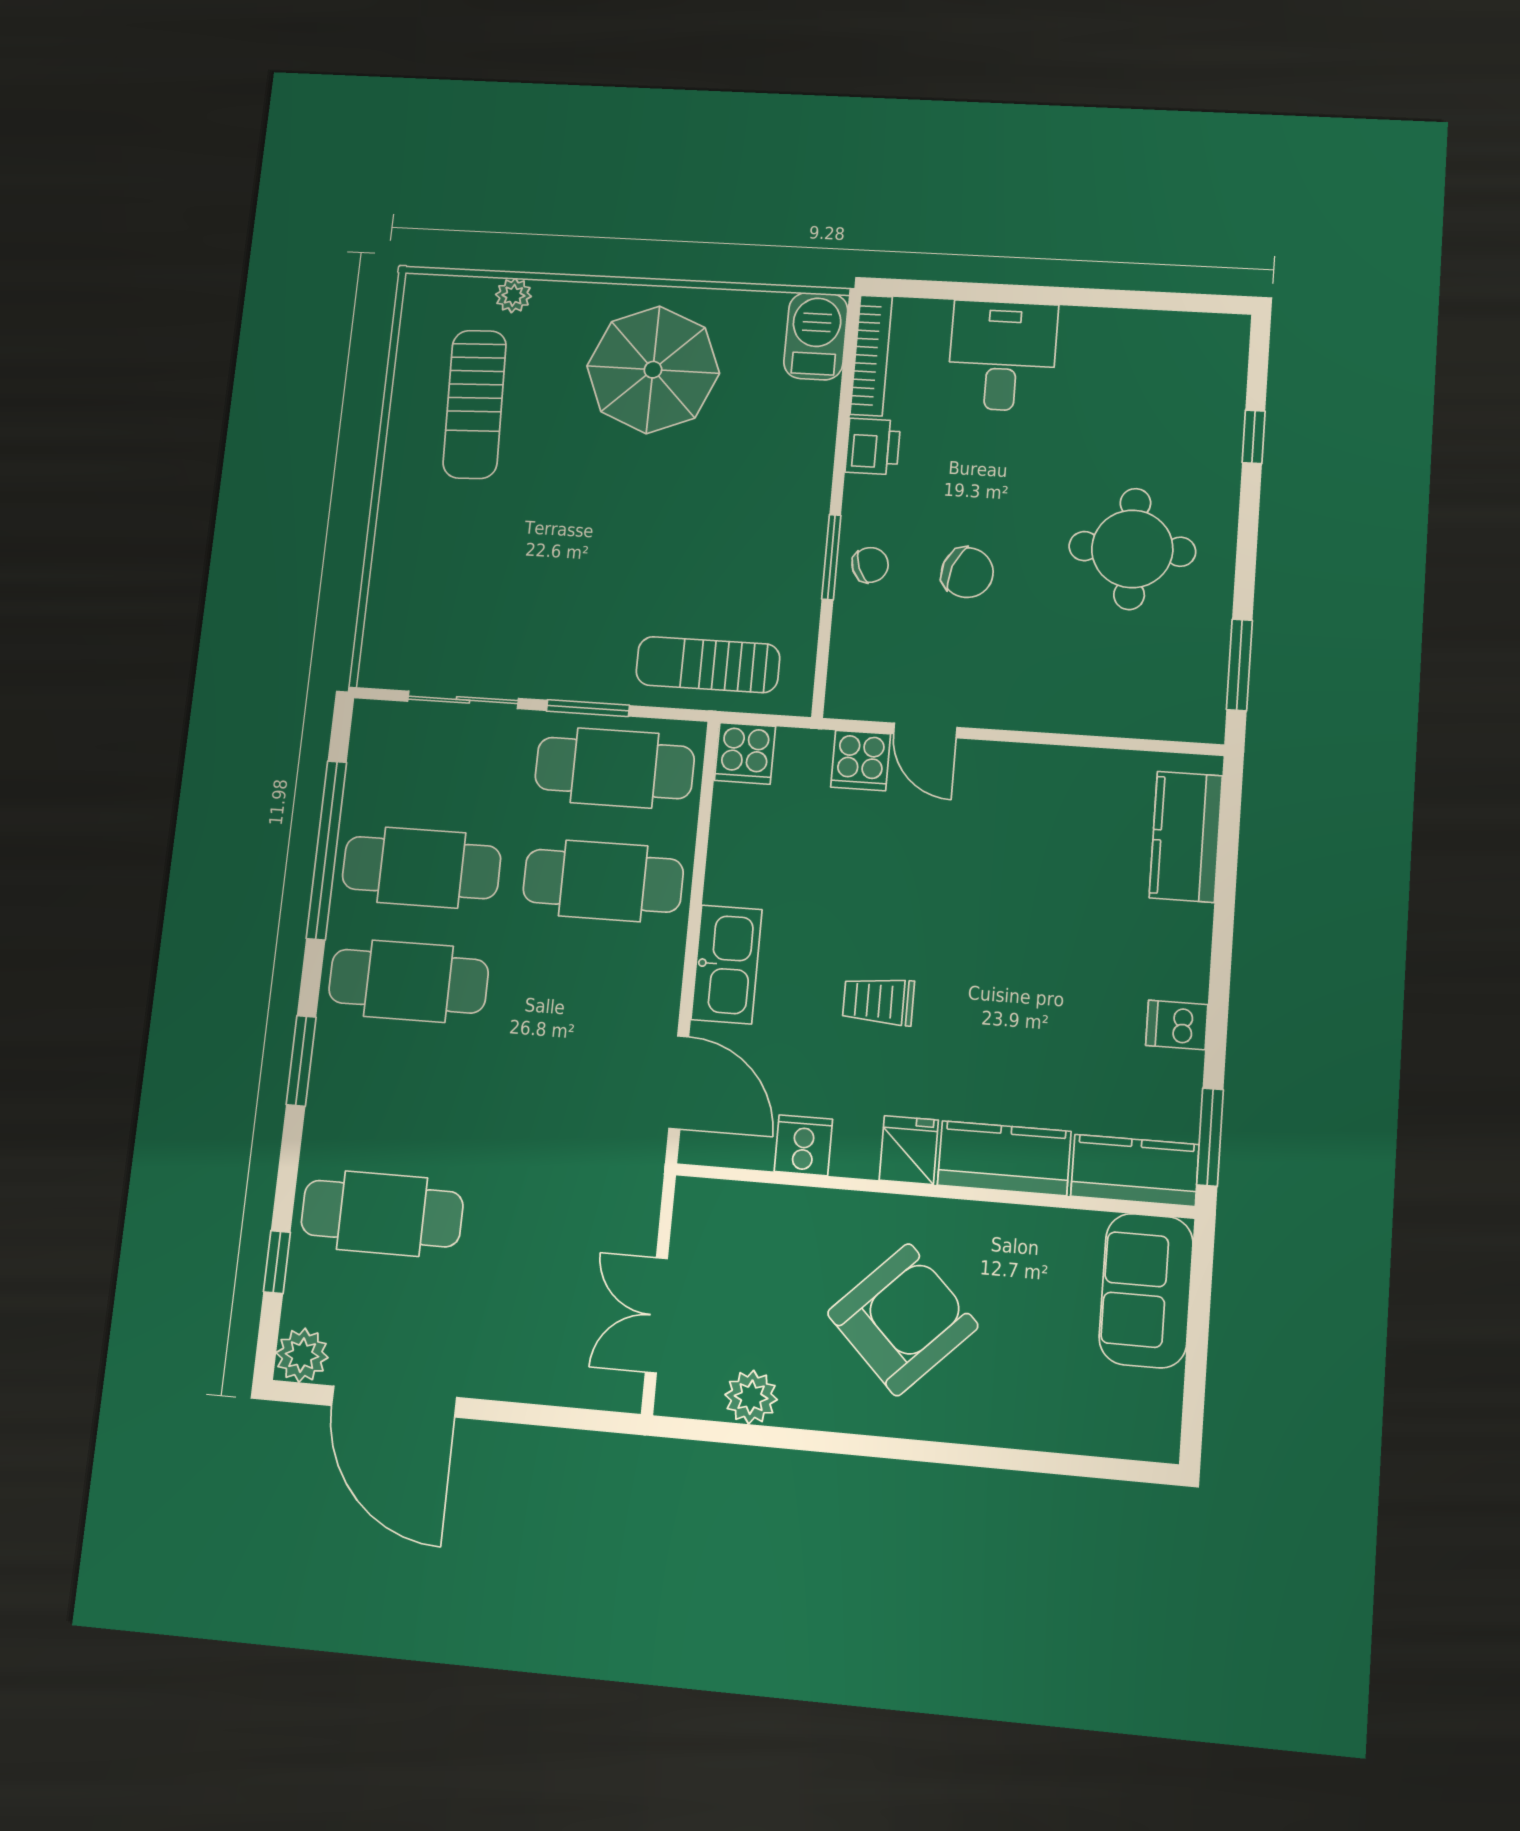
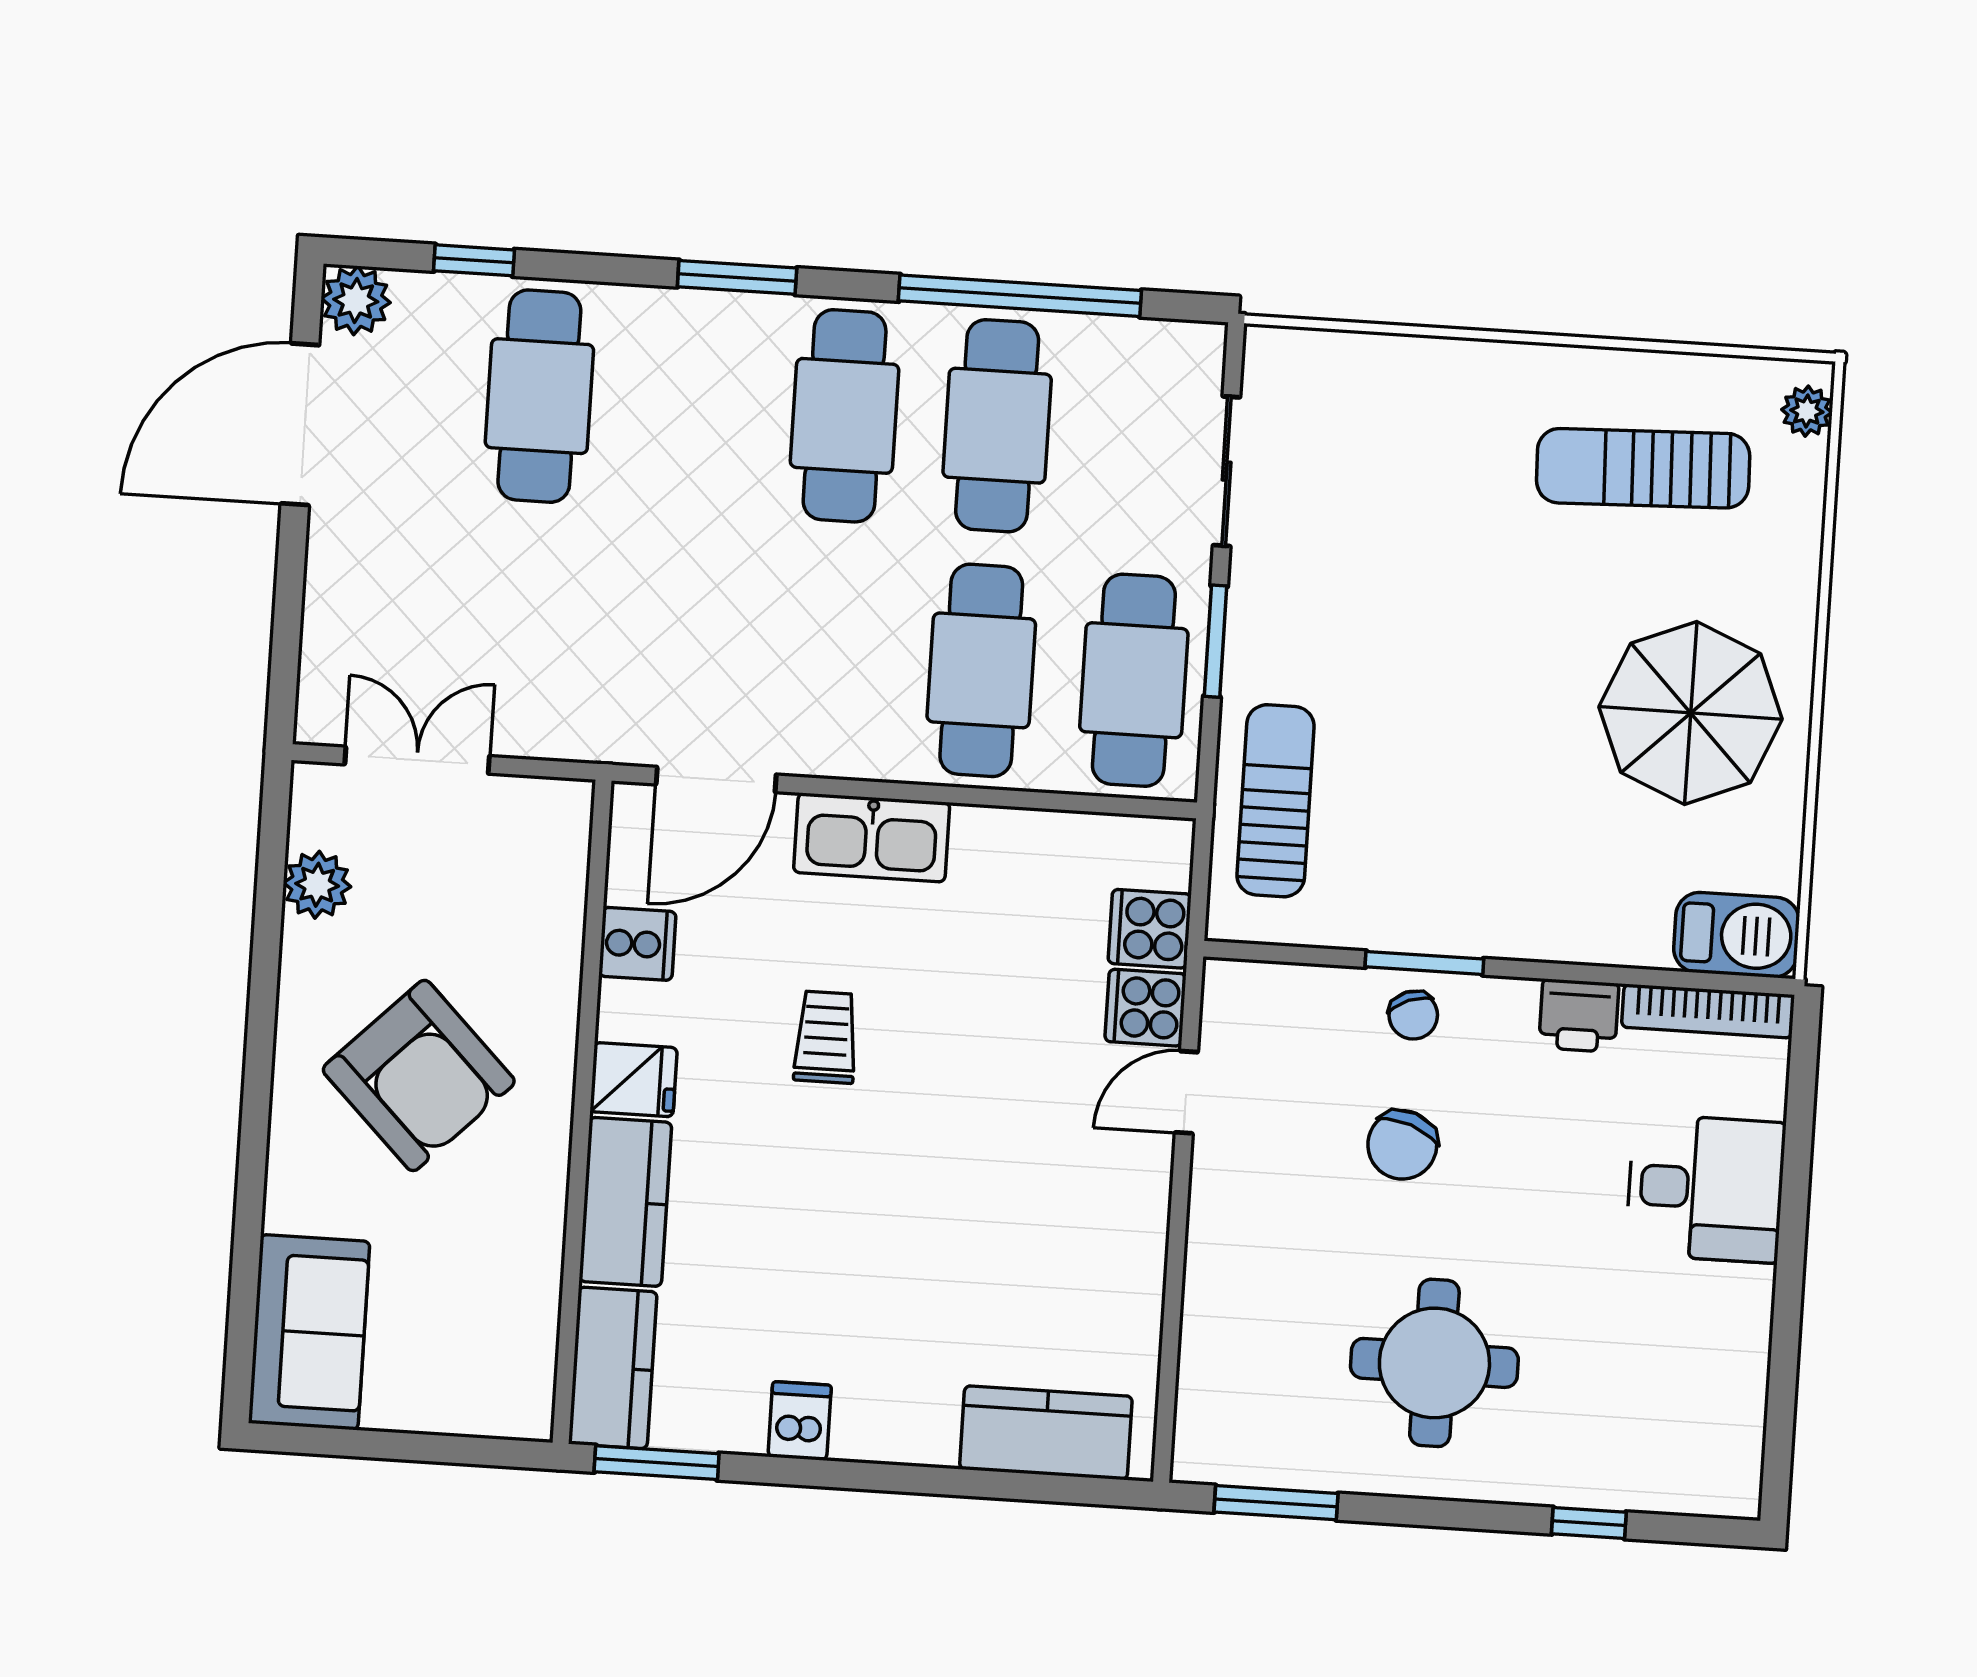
plant: (513, 295) -> (1807, 411), moved
cooker: (745, 753) -> (1150, 929), moved
sofa: (1146, 1291) -> (309, 1332), moved, turned 90

